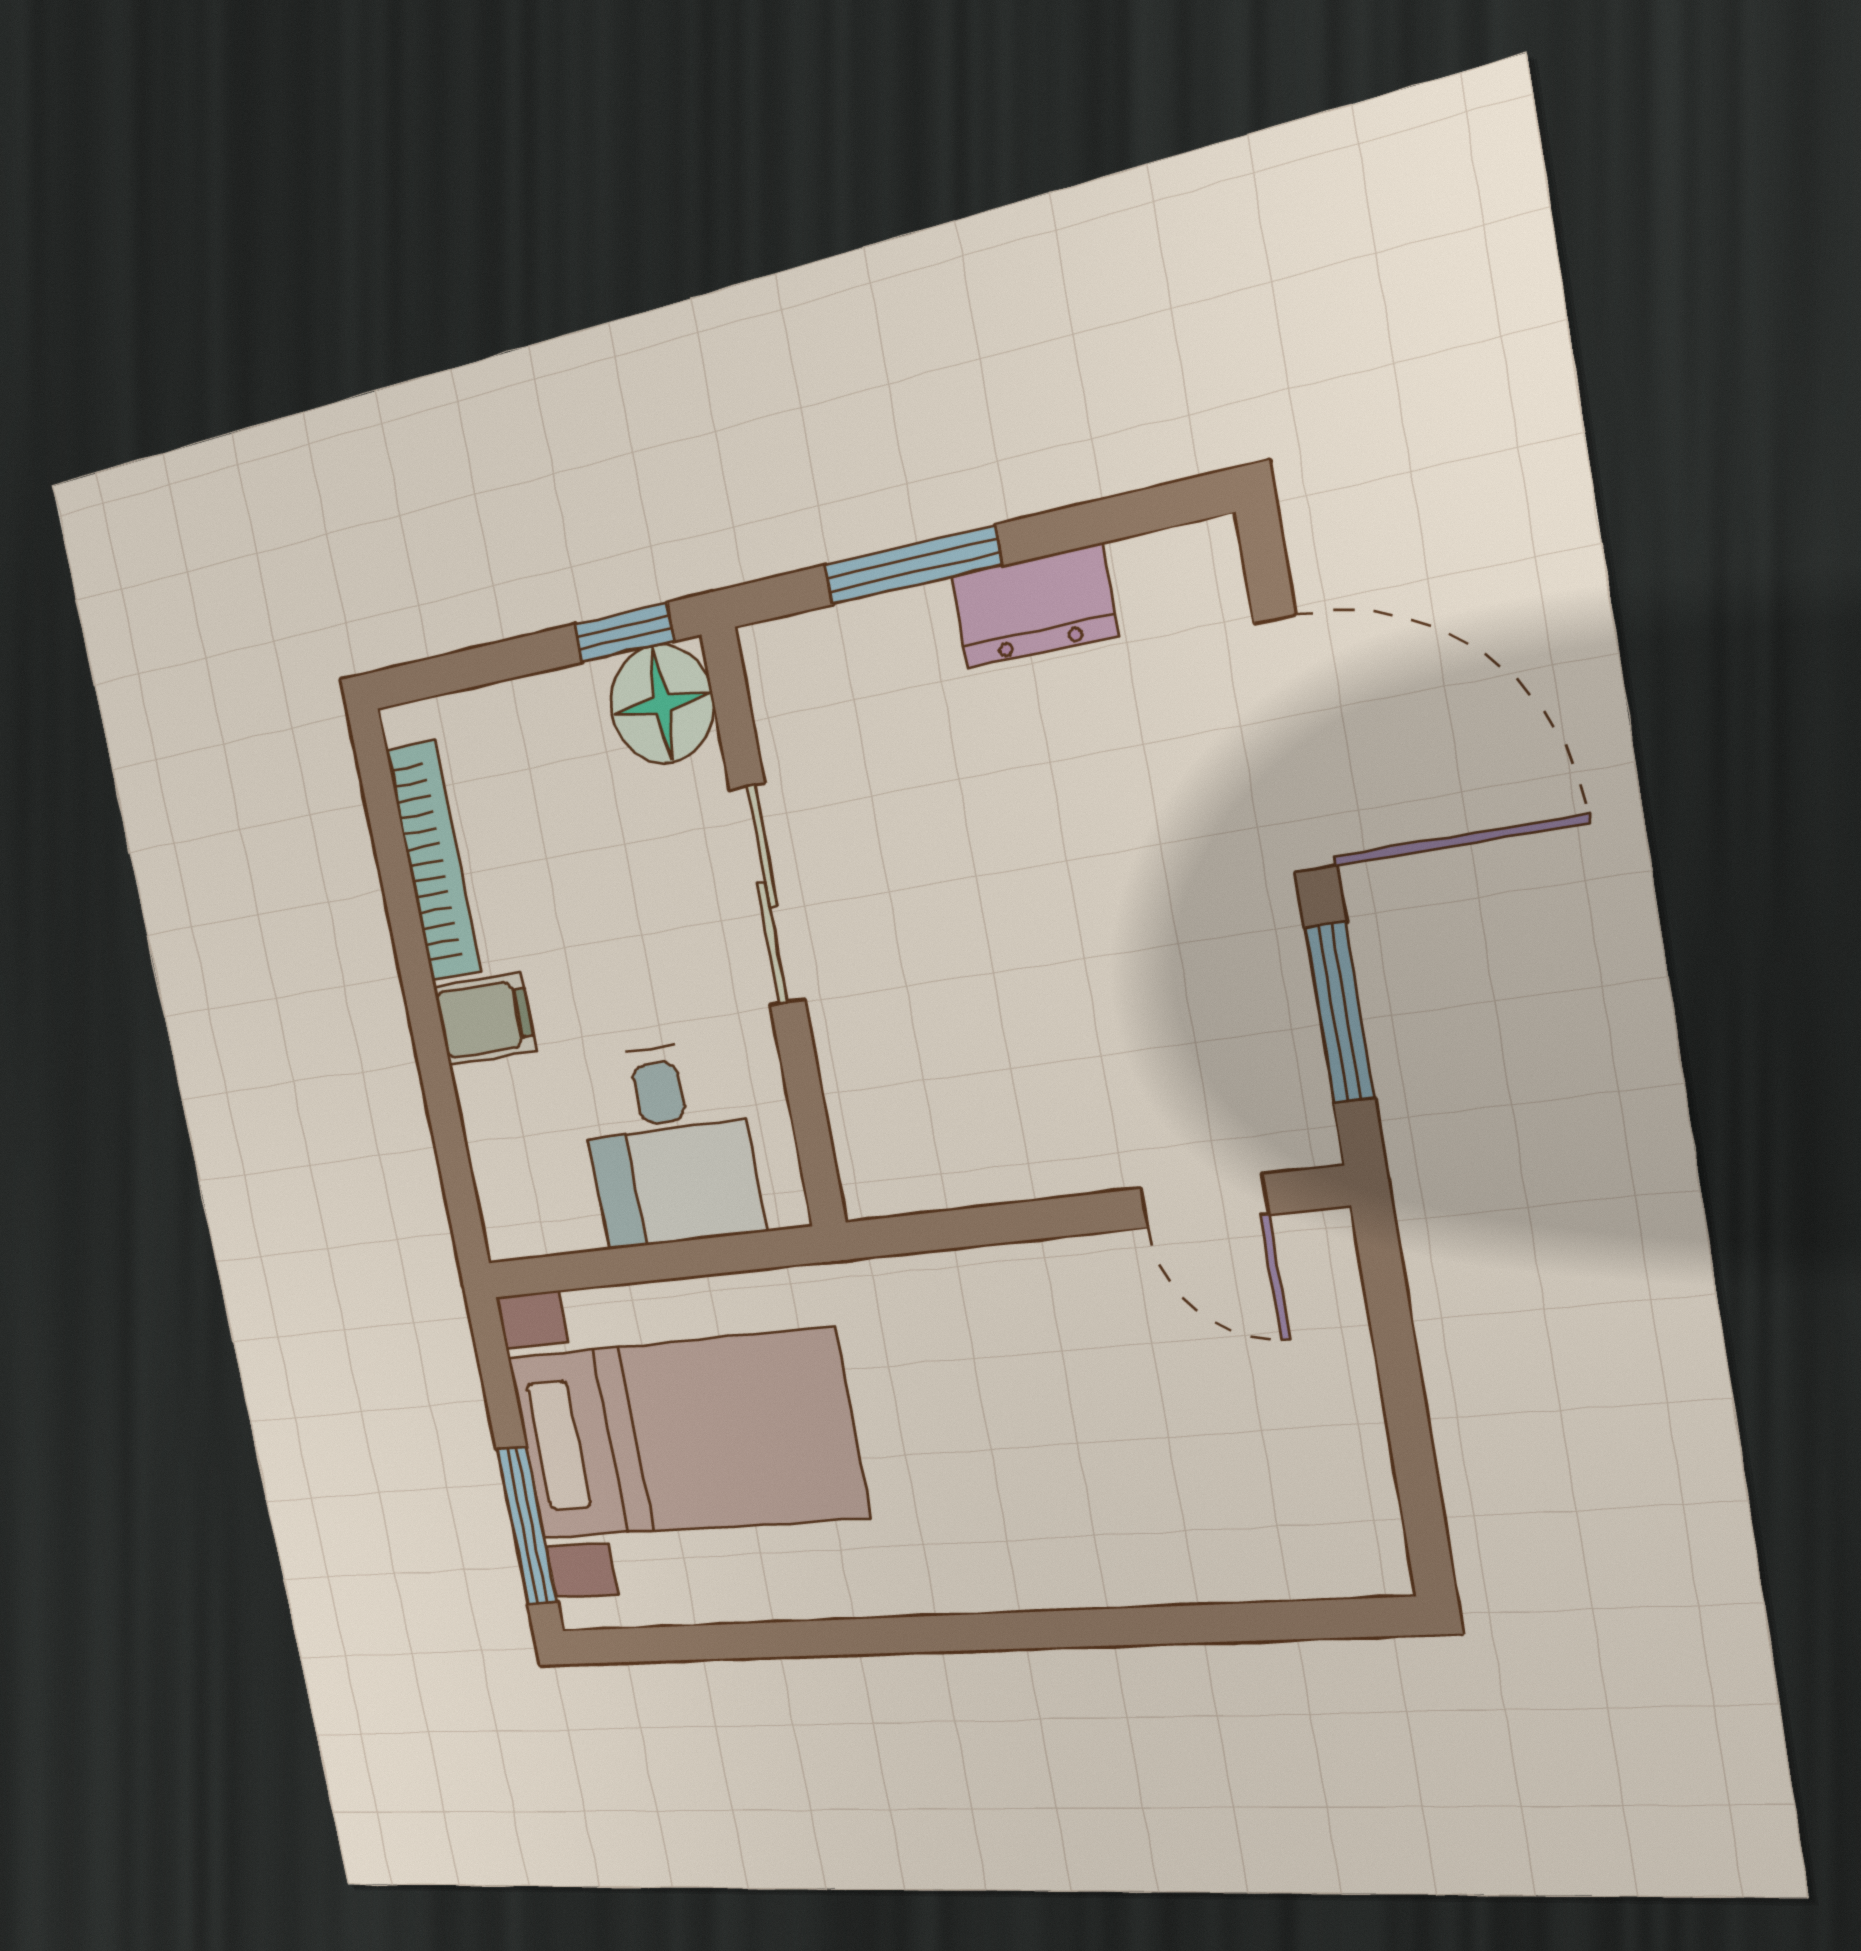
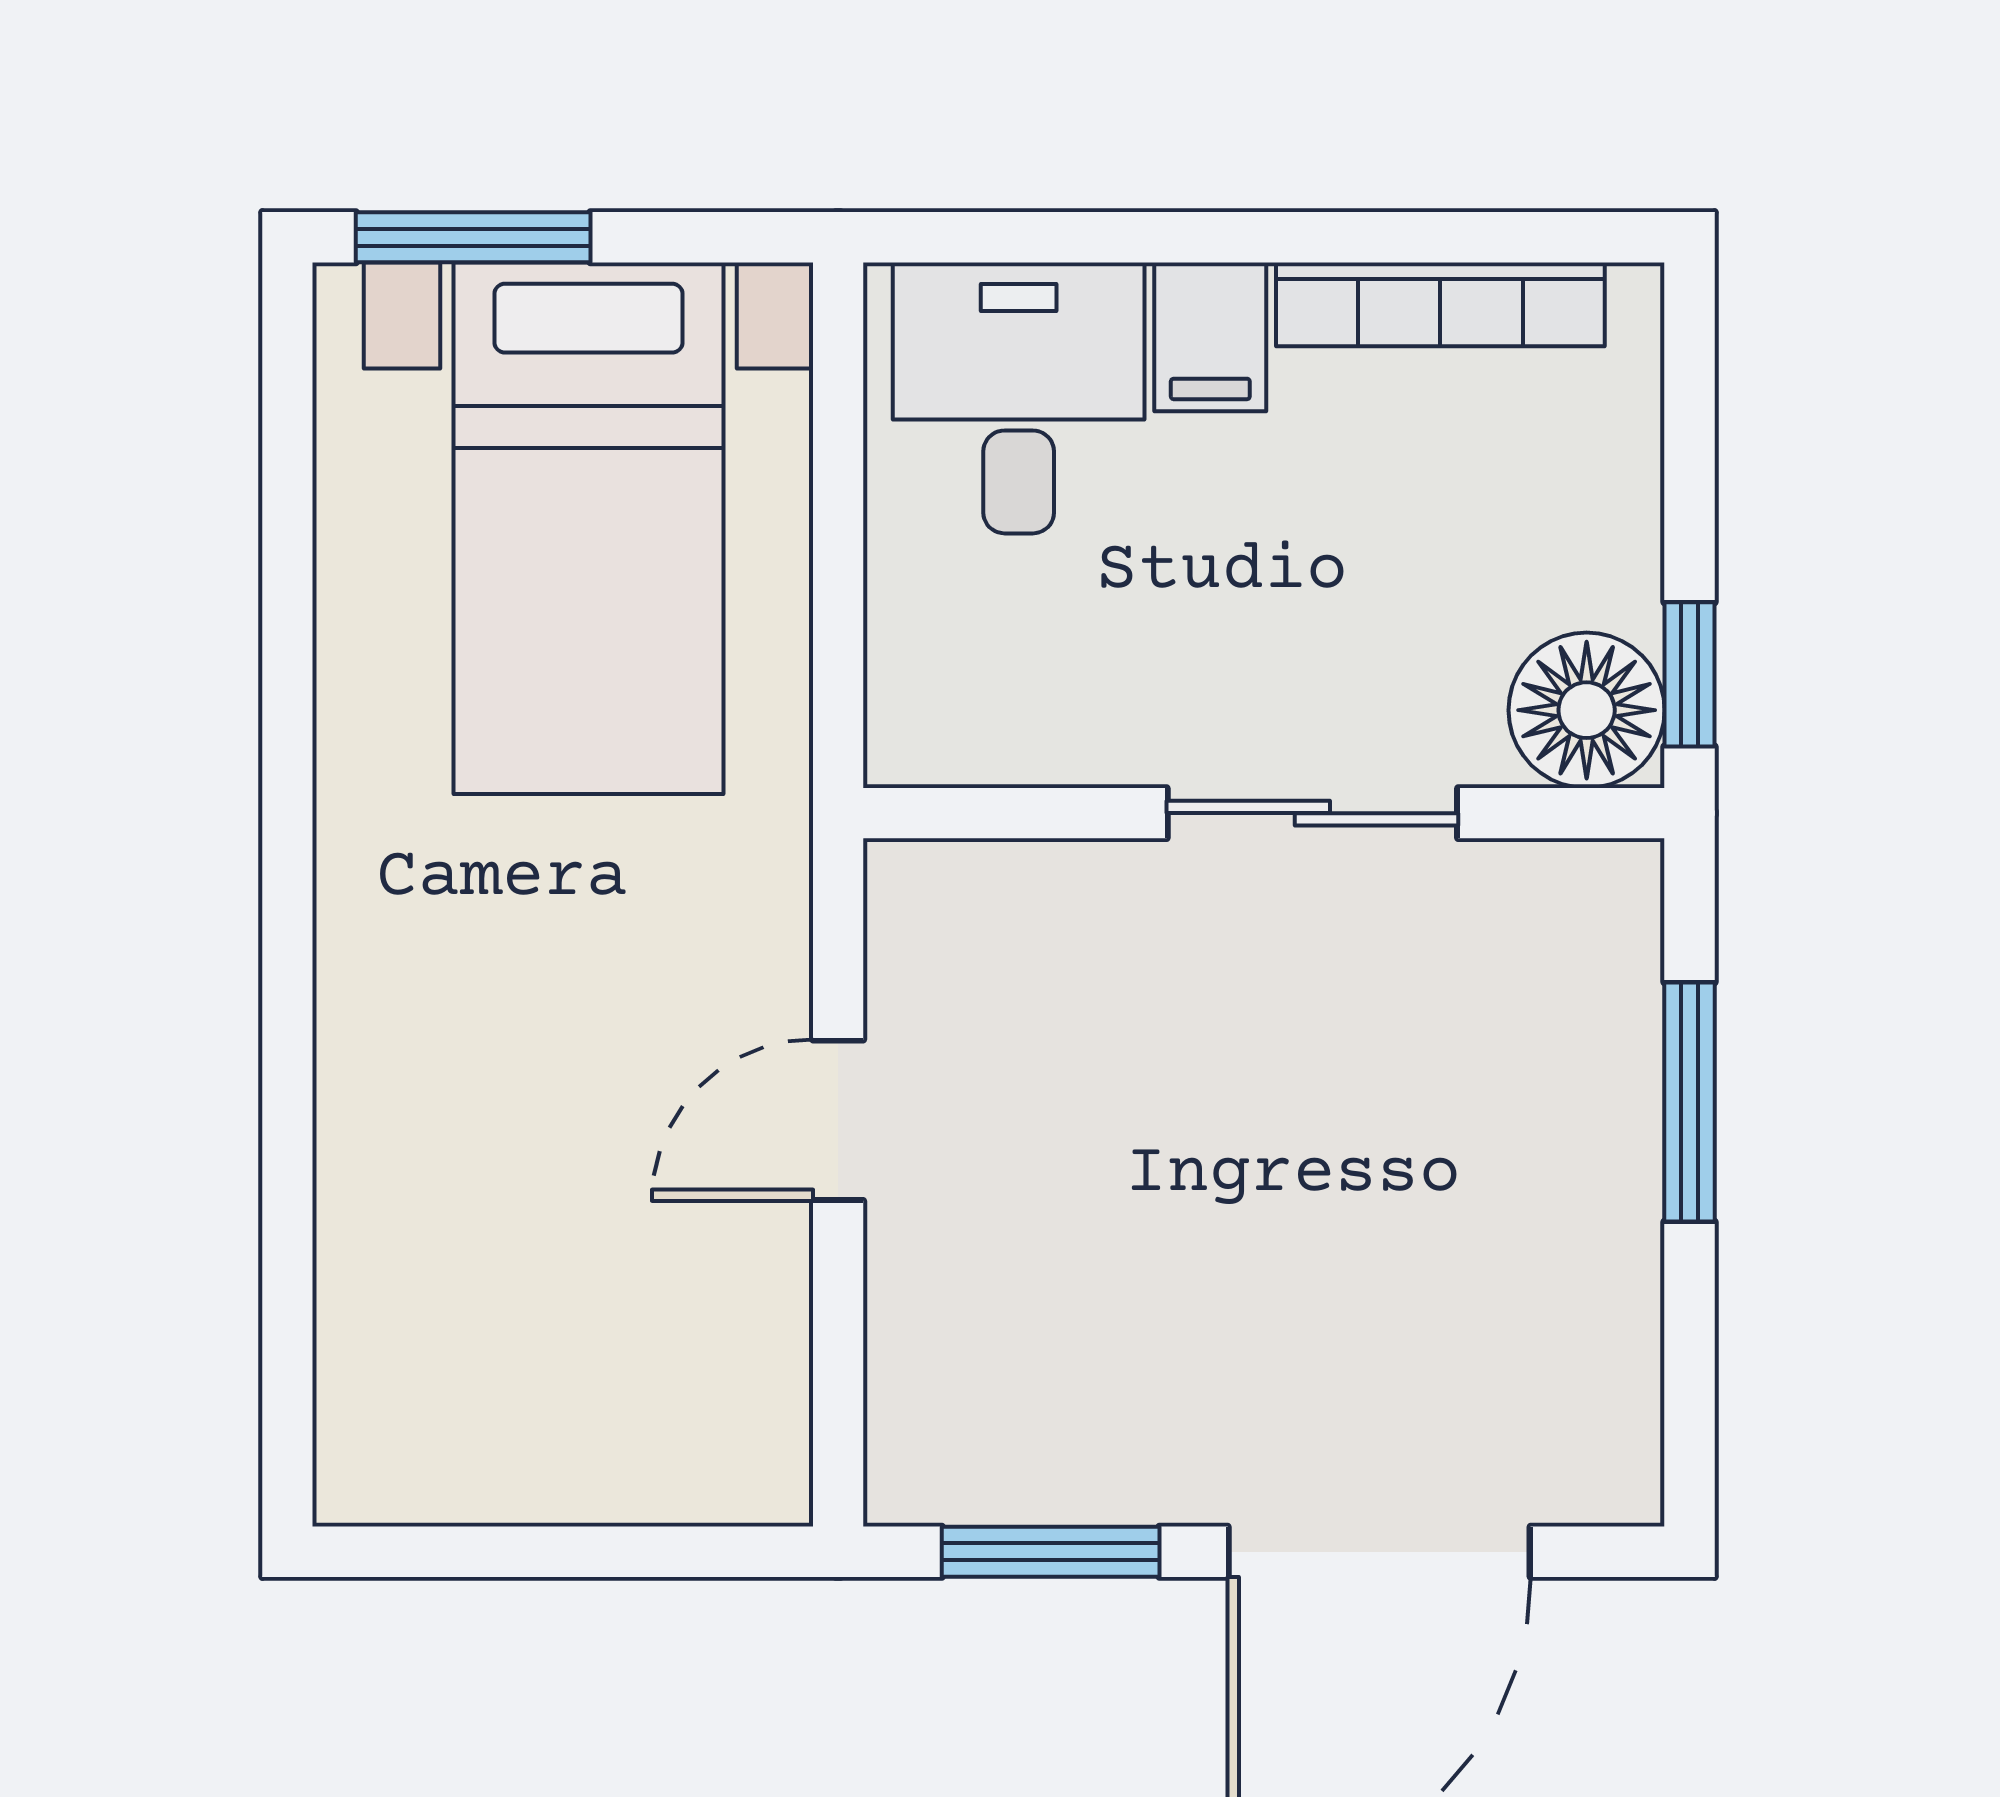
dresser: (1034, 606) -> (1607, 1254), removed
desk: (669, 1145) -> (1019, 398), moved, turned 90
door: (1204, 1201) -> (838, 1120), moved

